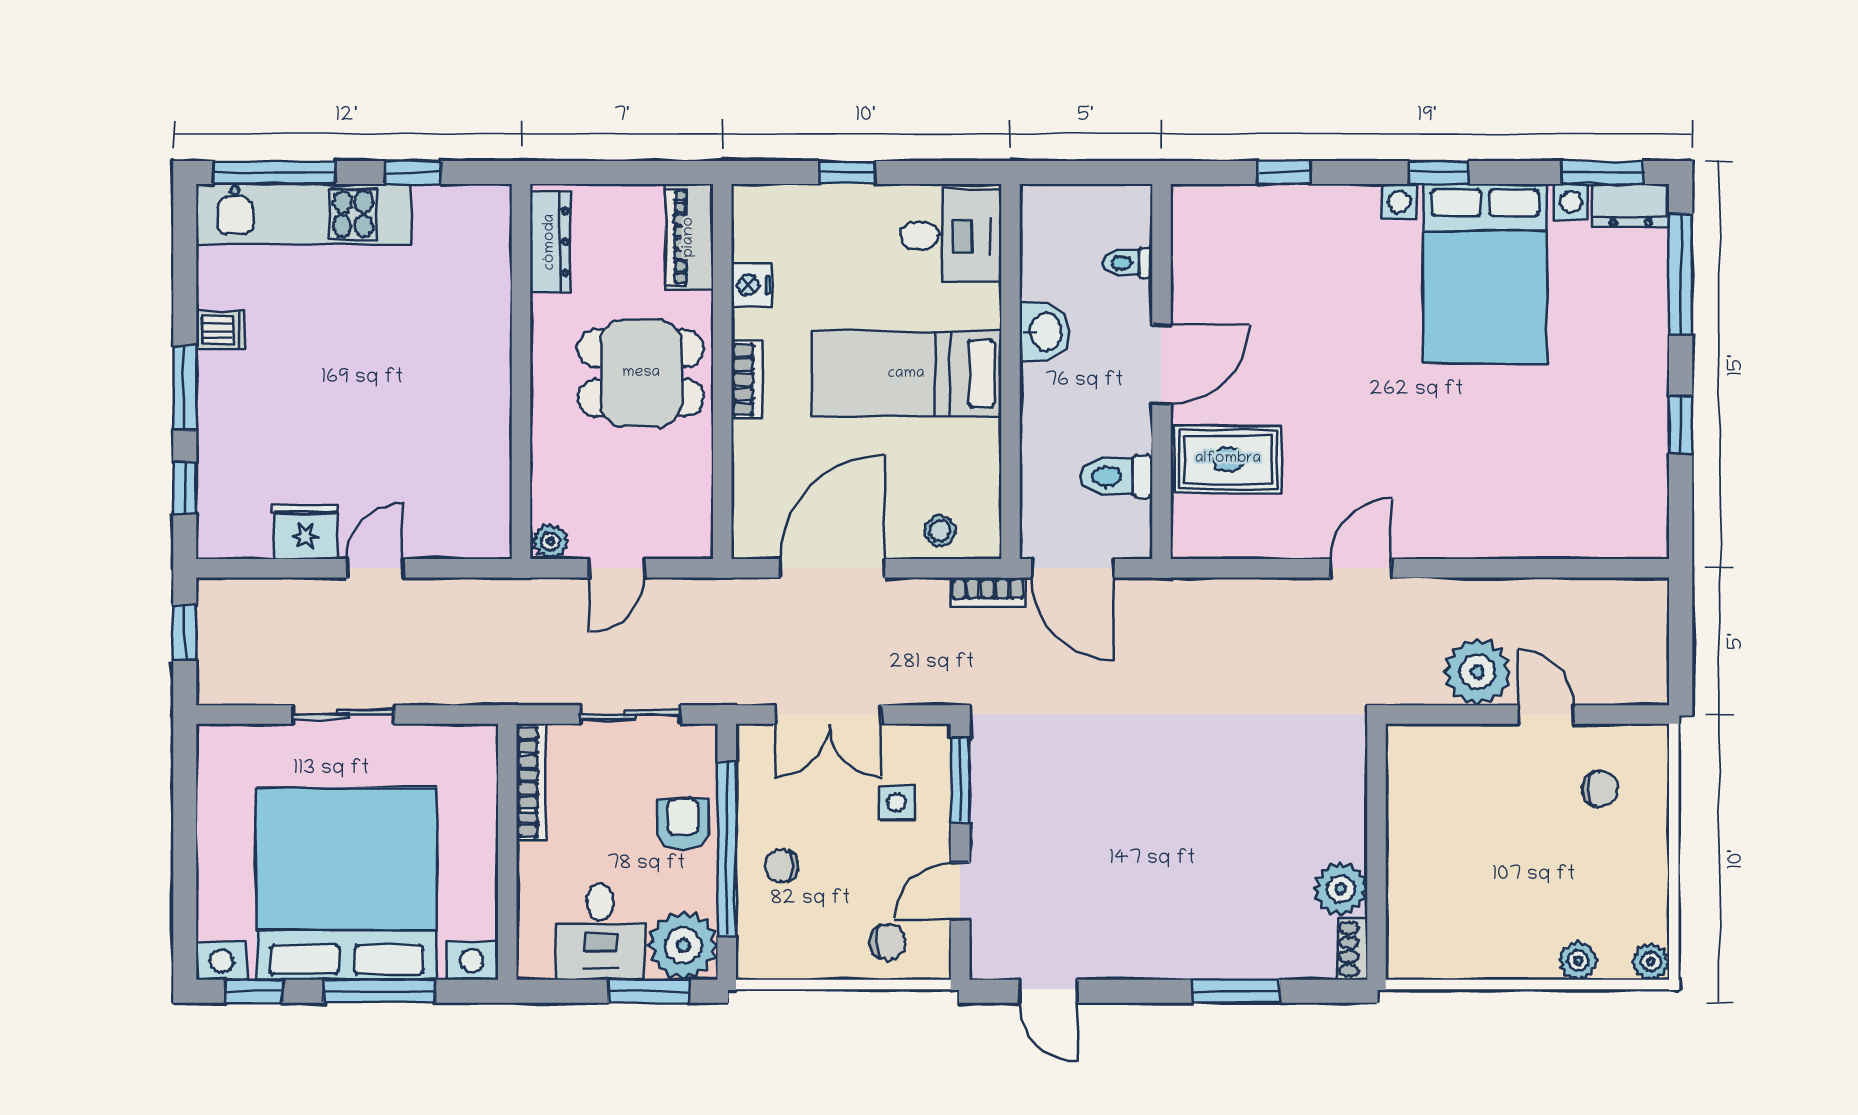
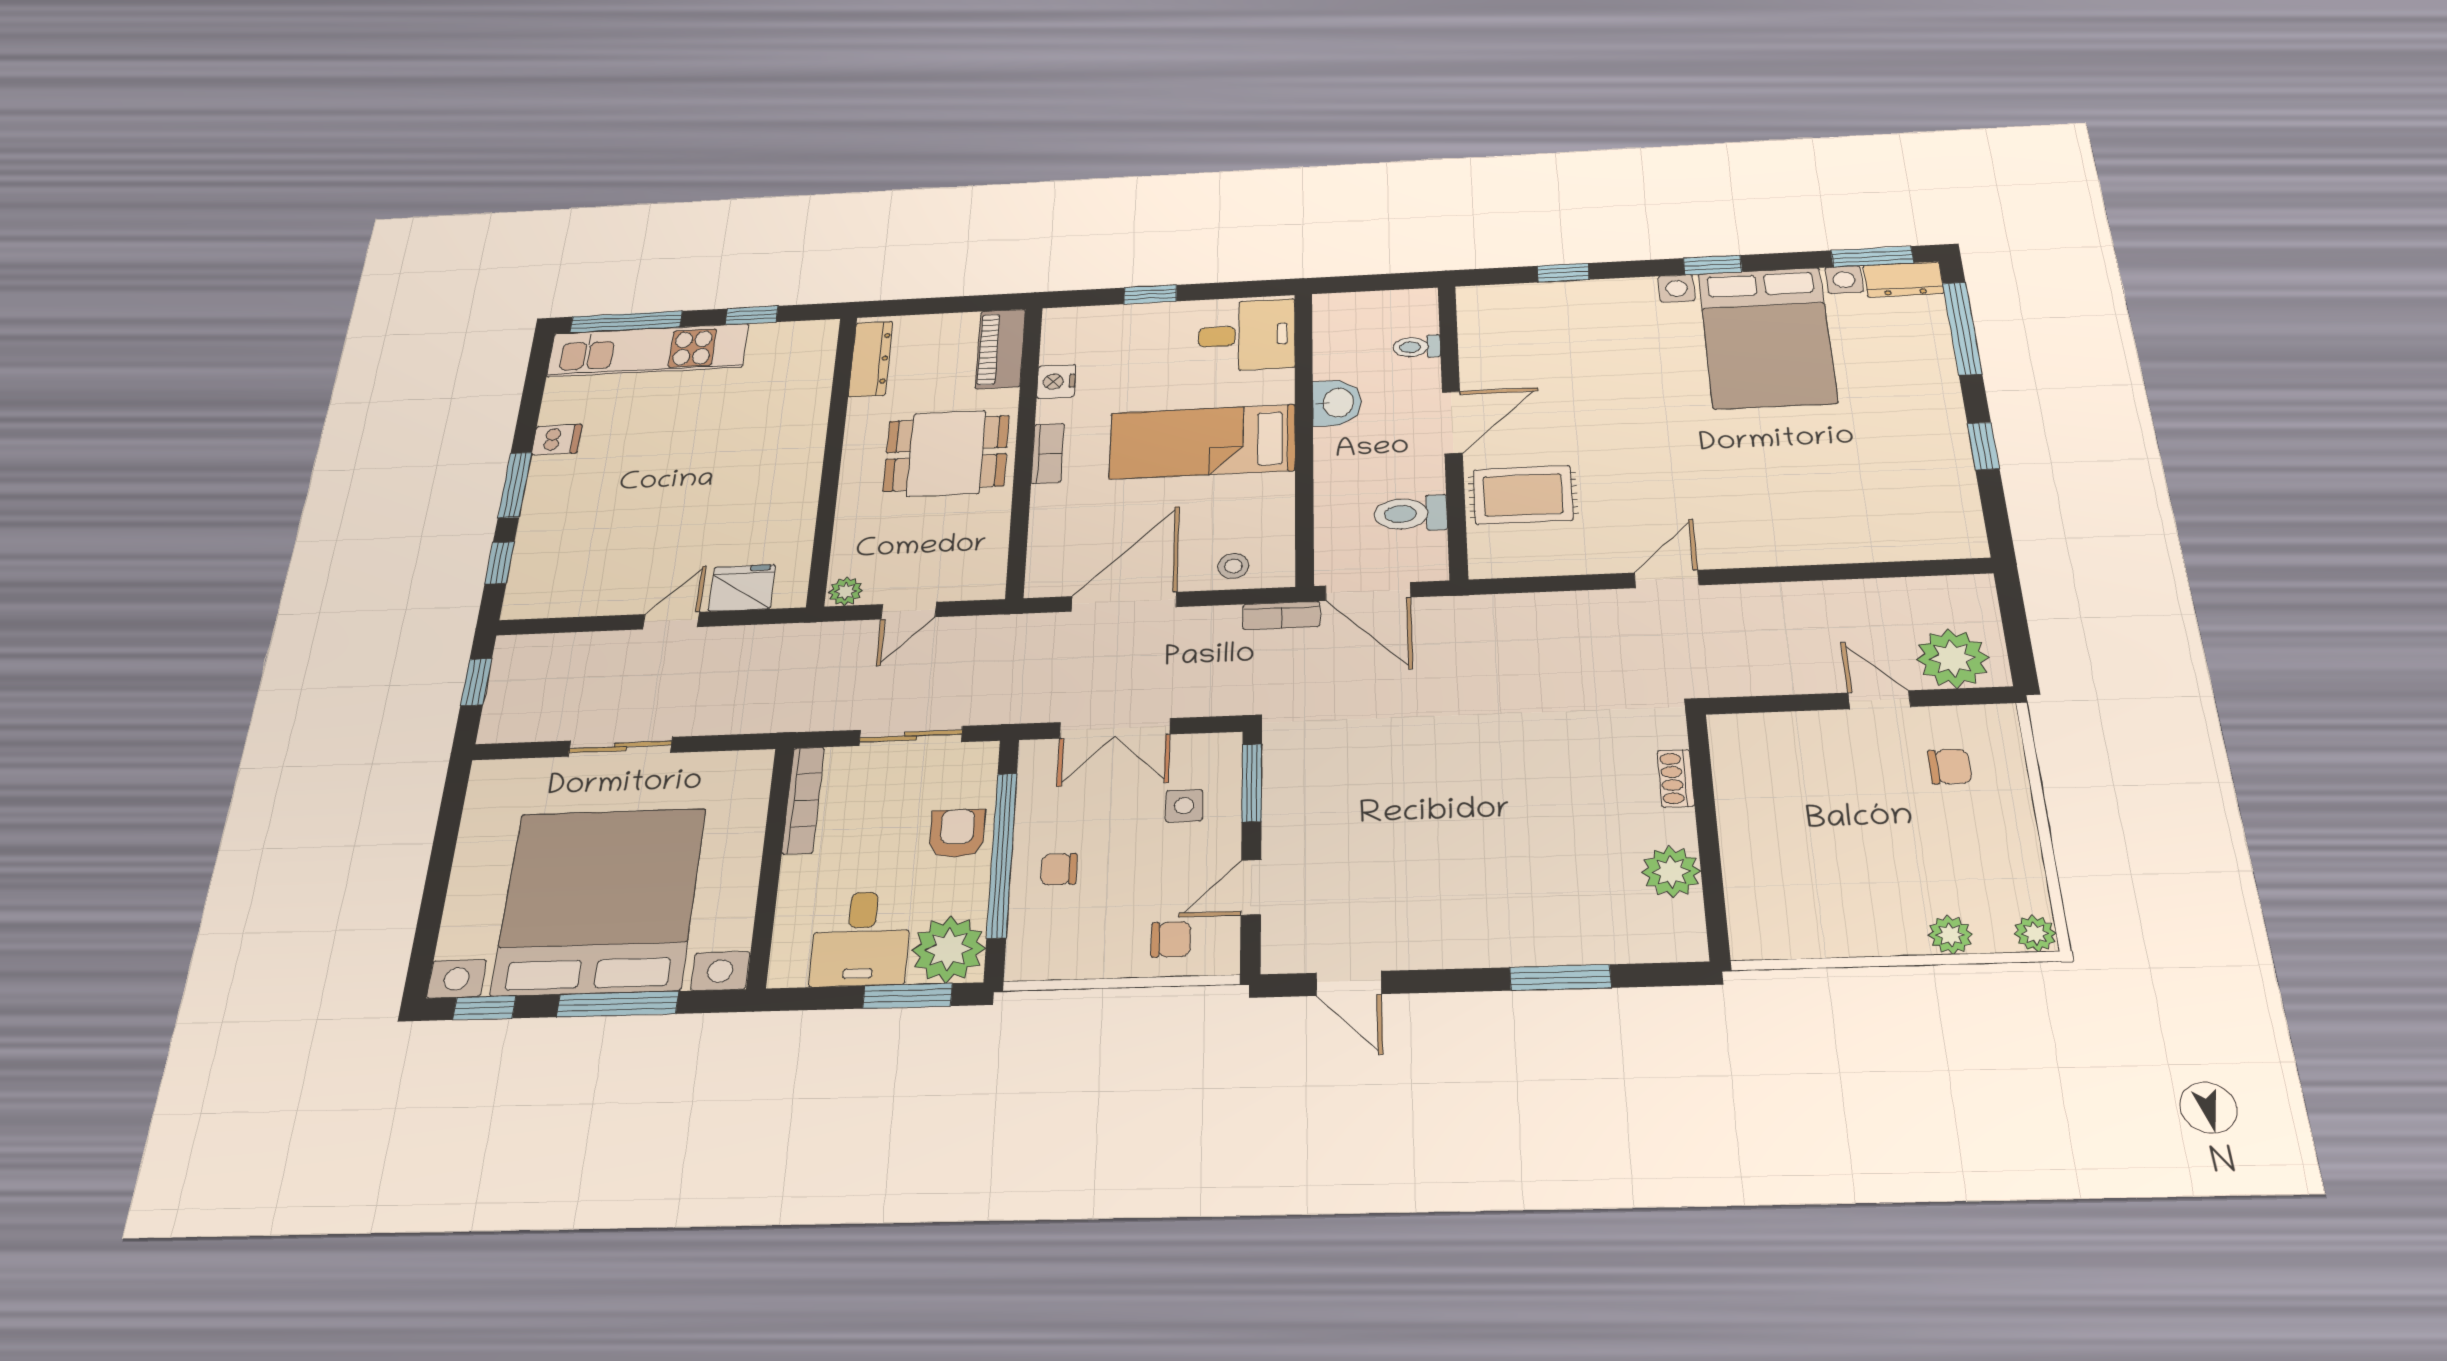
fridge: (306, 532) -> (742, 588), moved
plant: (1477, 672) -> (1952, 658), moved
shoe rack: (1352, 949) -> (1676, 778), moved

